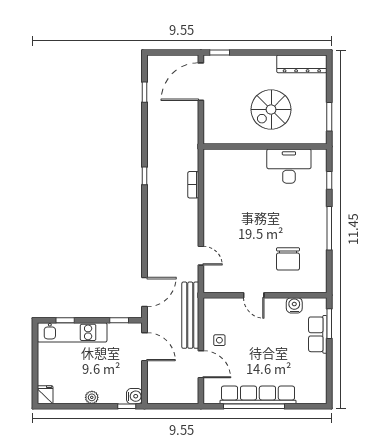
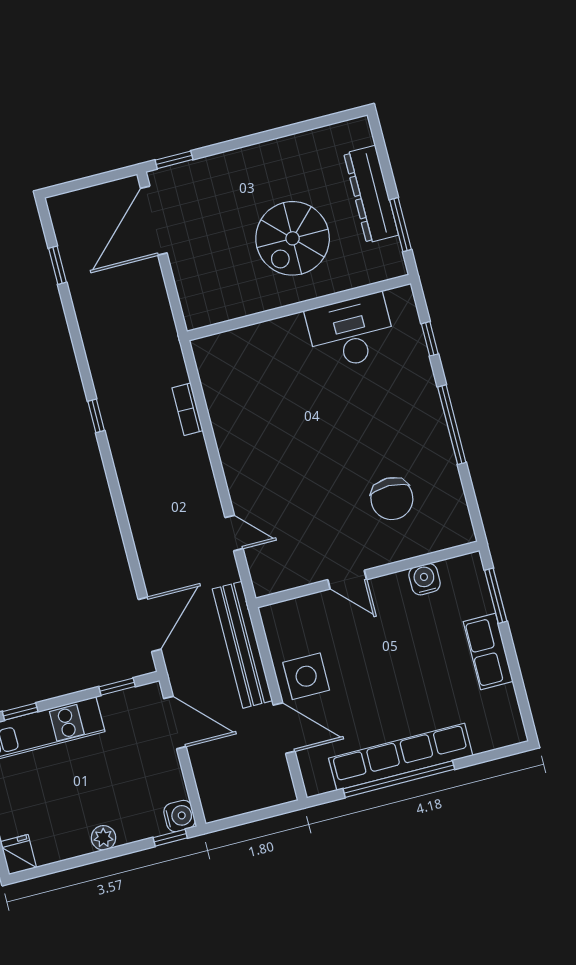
dresser: (302, 64) -> (371, 194), moved, turned 90
row of seats: (318, 334) -> (488, 652), moved
side table: (219, 340) -> (306, 676), width x1.87, depth x1.87

